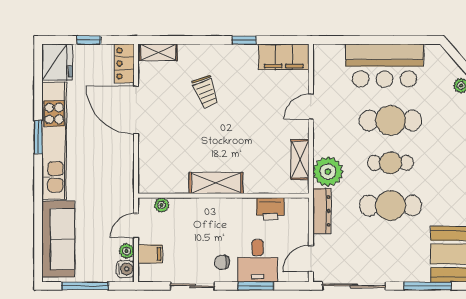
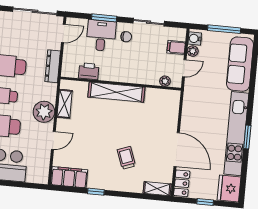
plant: (328, 172) -> (44, 112), moved
shelving: (216, 183) -> (116, 92), width x1.47

